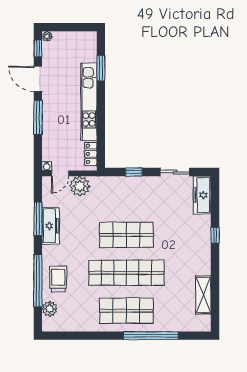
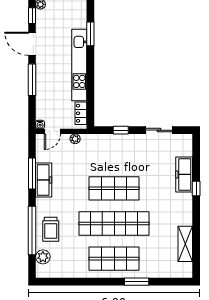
plant: (80, 186) -> (75, 139), width x0.53, depth x0.53
freezer: (202, 195) -> (184, 174), moved
trolley: (58, 279) -> (51, 229), turned 180
window: (151, 336) -> (137, 282), width x0.47

